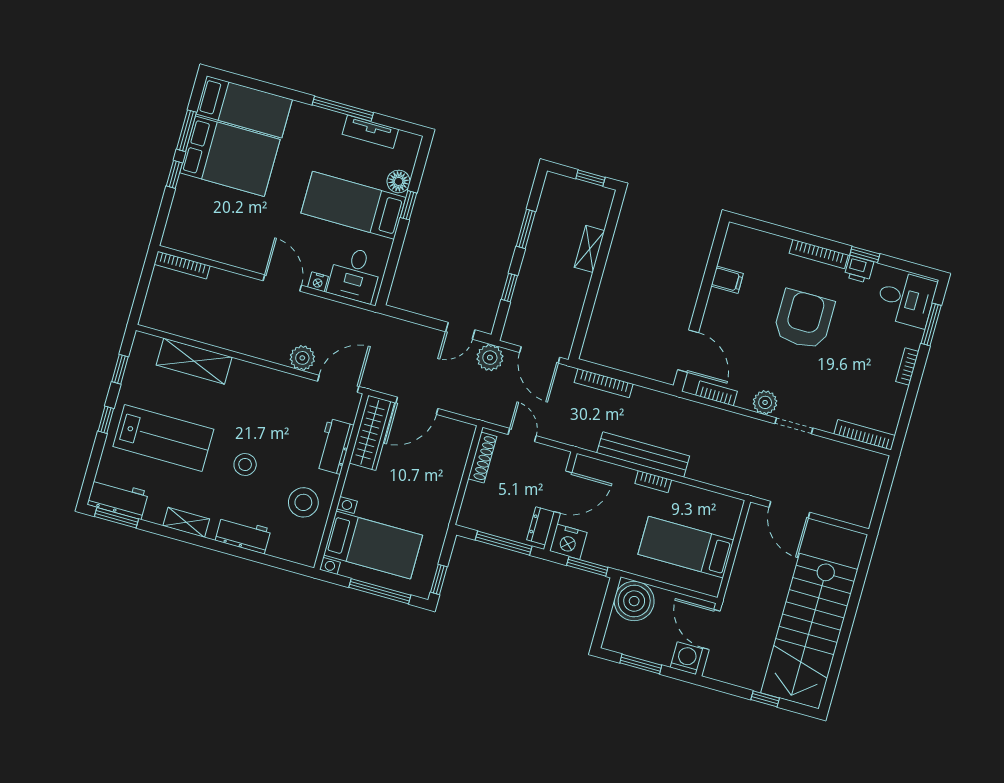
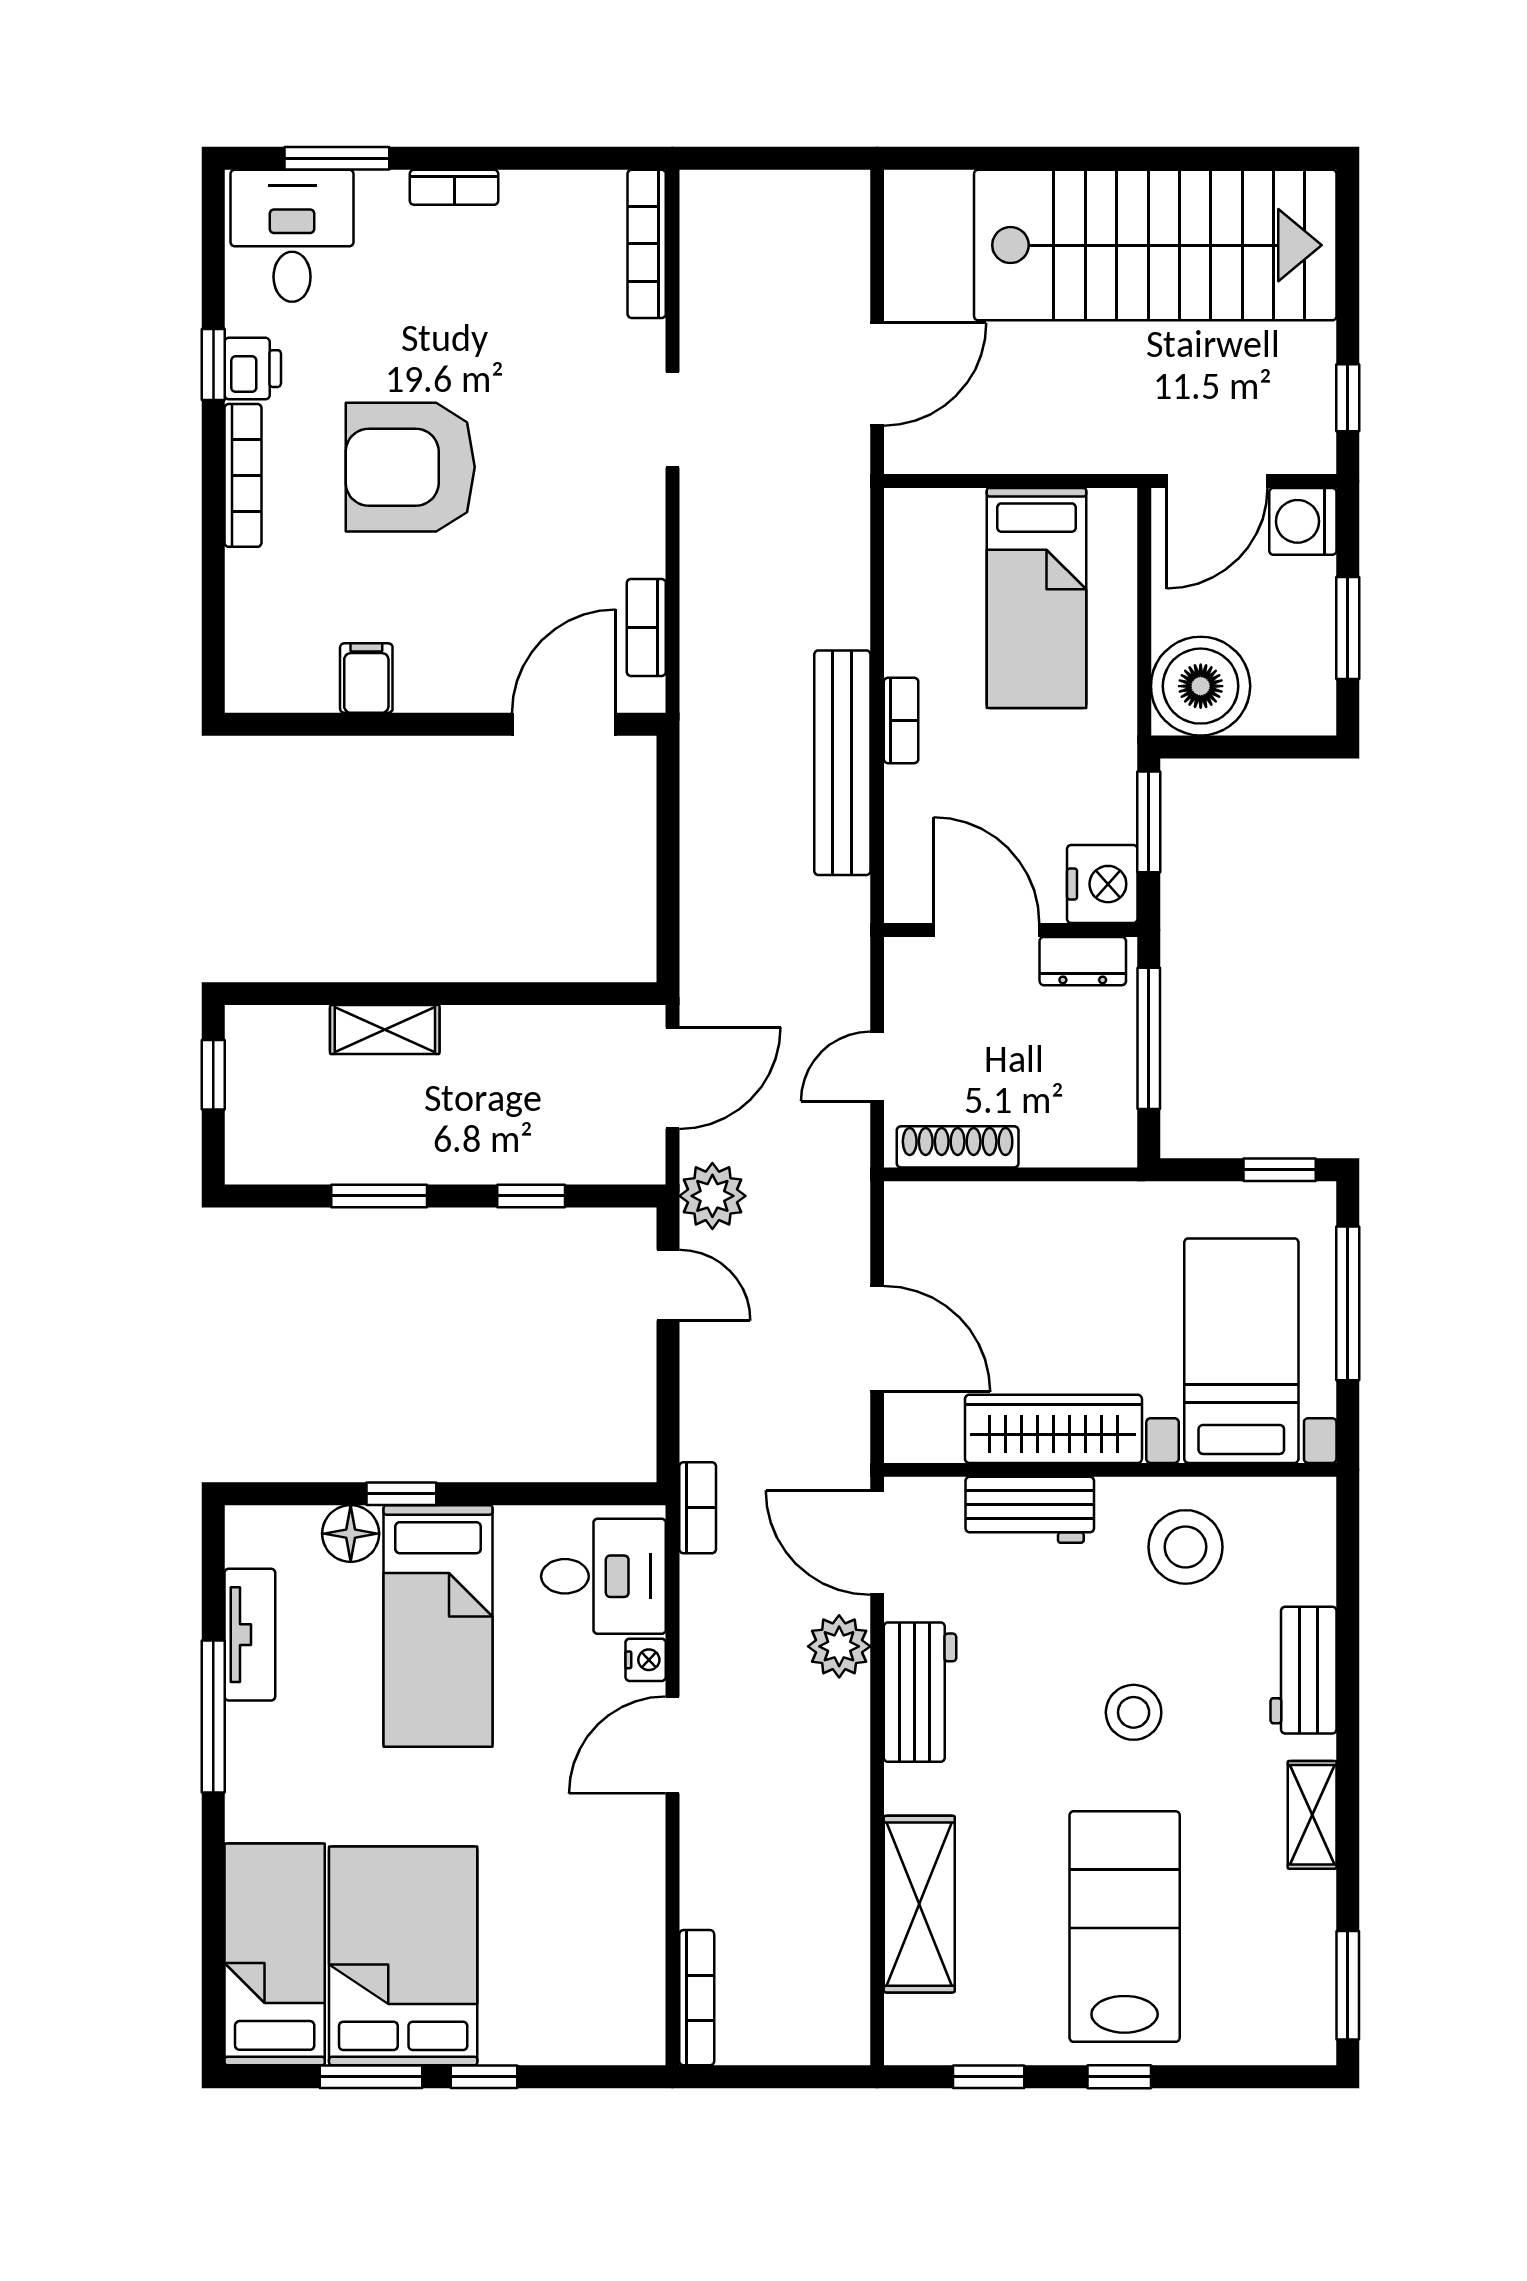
bookcase: (604, 383) -> (698, 1508), moved, width x0.64
plant: (765, 402) -> (636, 505), removed
wardrobe: (372, 433) -> (1053, 1429), moved
workbench: (118, 498) -> (920, 1692), moved, turned 180
window: (765, 699) -> (1348, 398), moved

